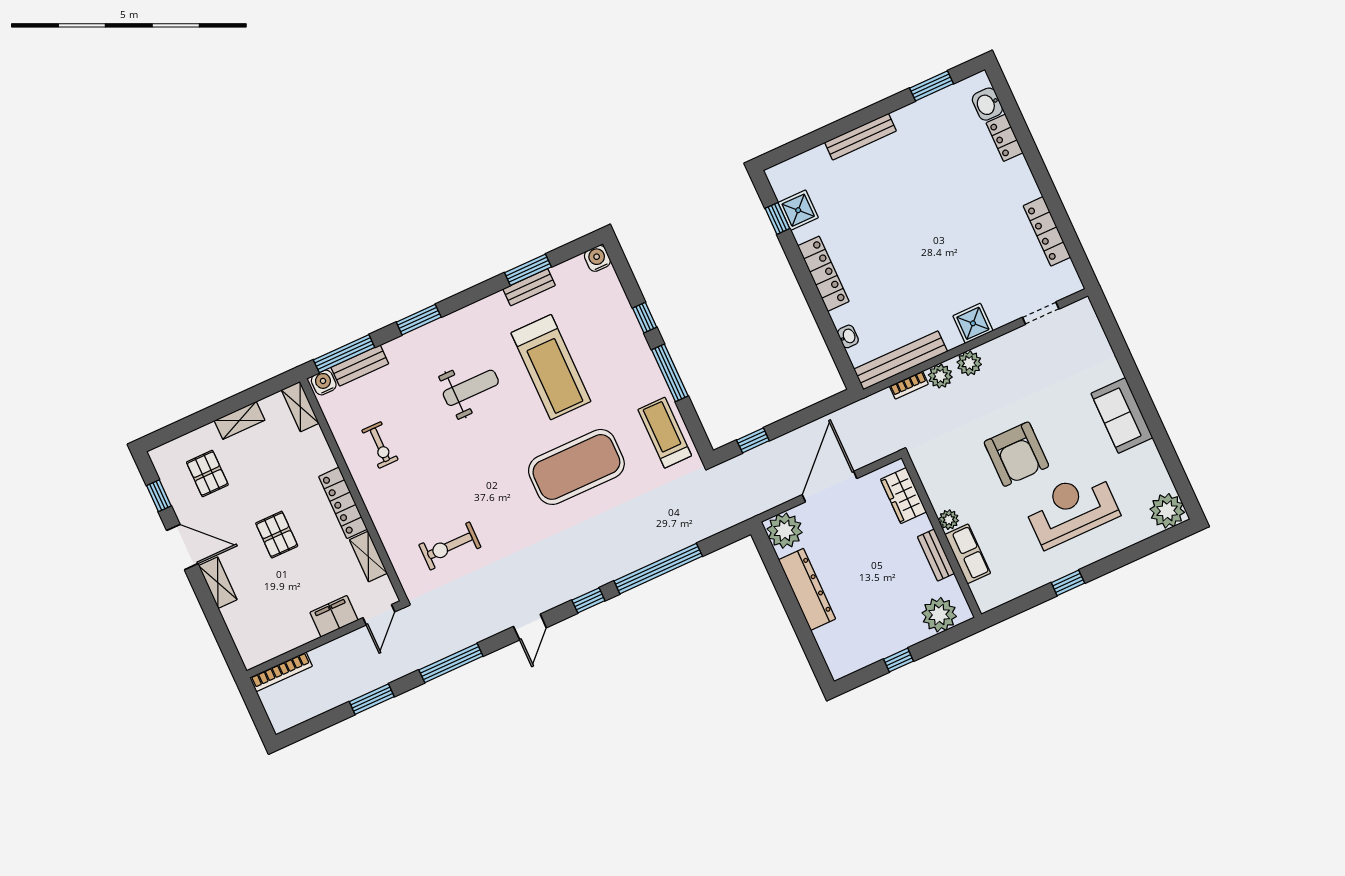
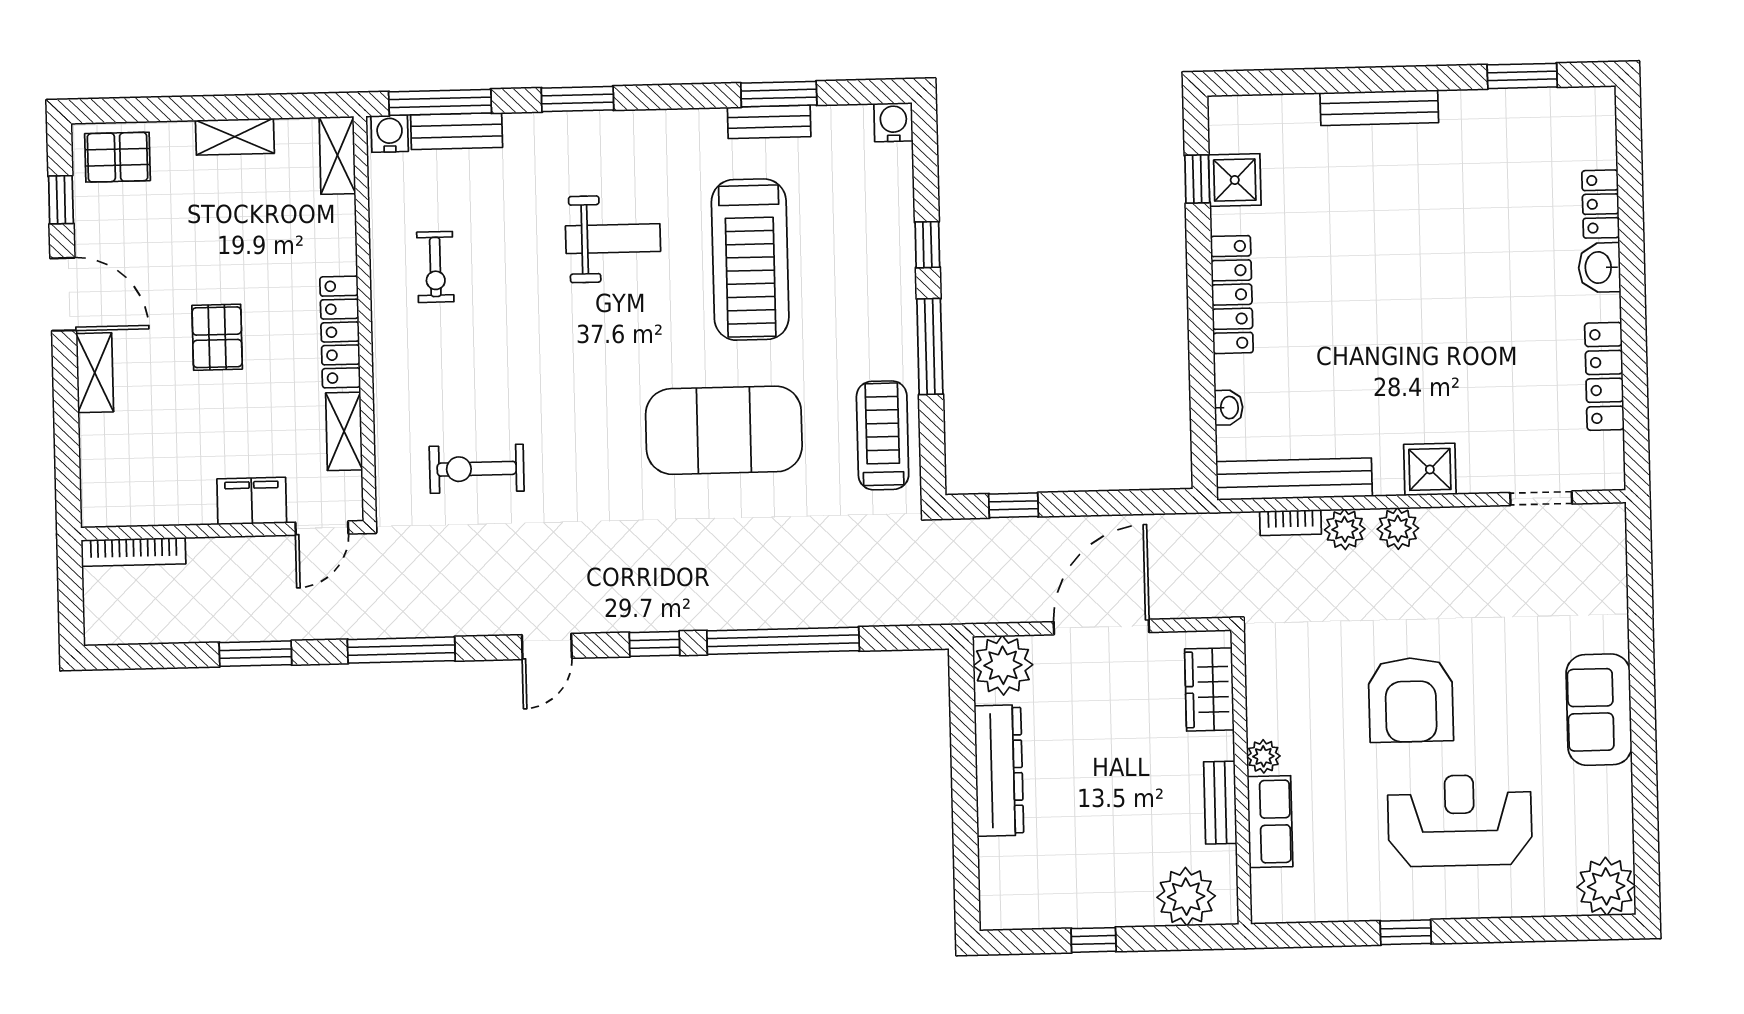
washbasin: (987, 104) -> (1599, 268), moved
pallet: (207, 473) -> (117, 157), moved, turned 90

